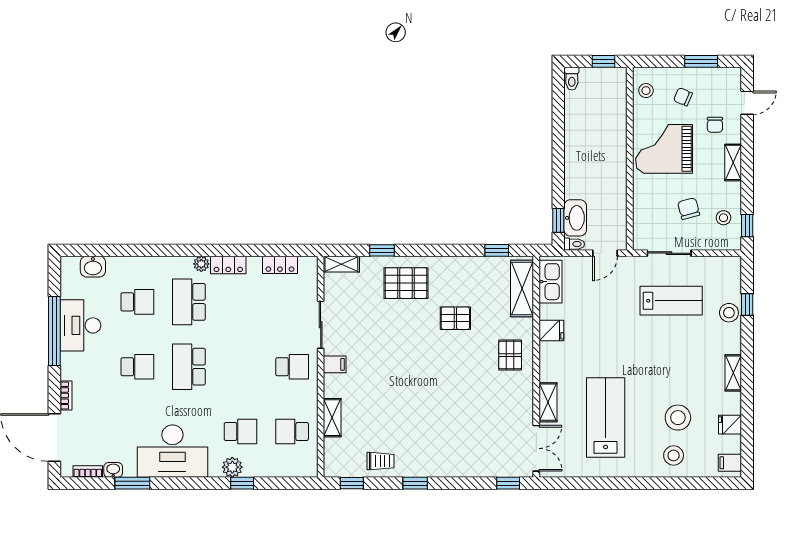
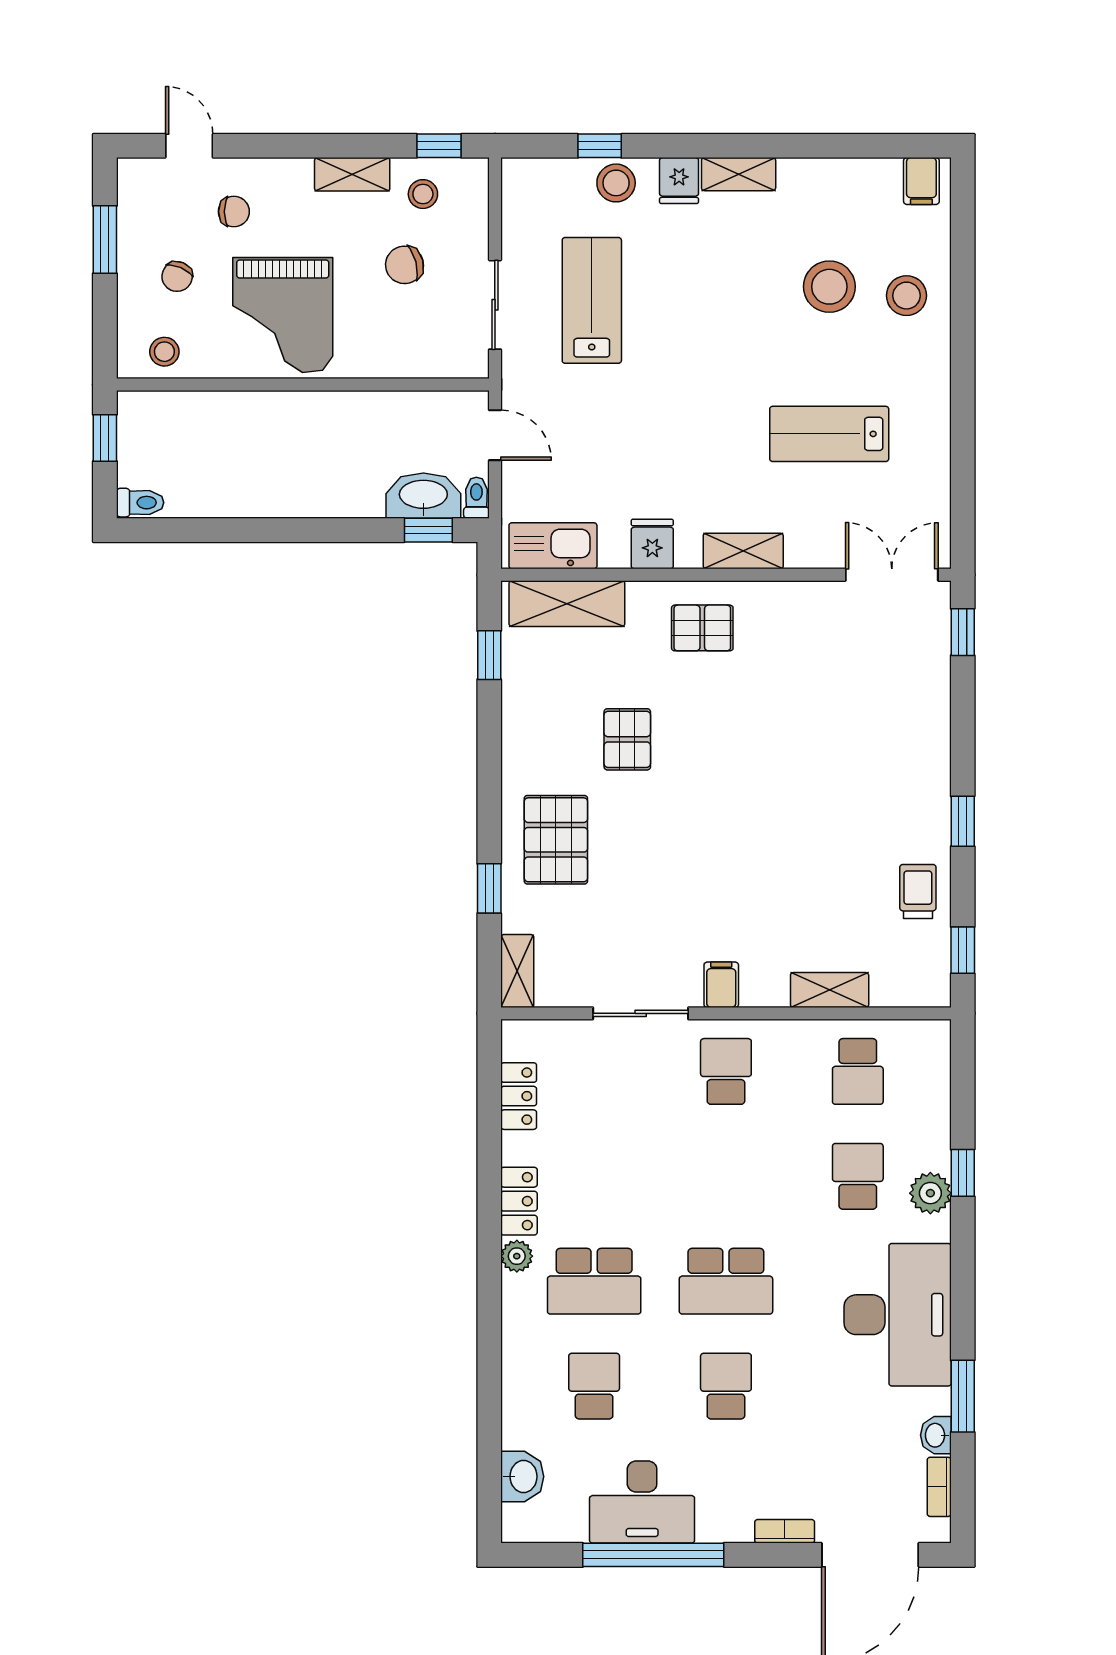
shelving: (733, 162) -> (352, 174), moved
shelving: (548, 402) -> (743, 551), moved
lab bench: (606, 417) -> (829, 434), width x0.73, depth x0.72
fridge: (730, 425) -> (679, 181), moved

